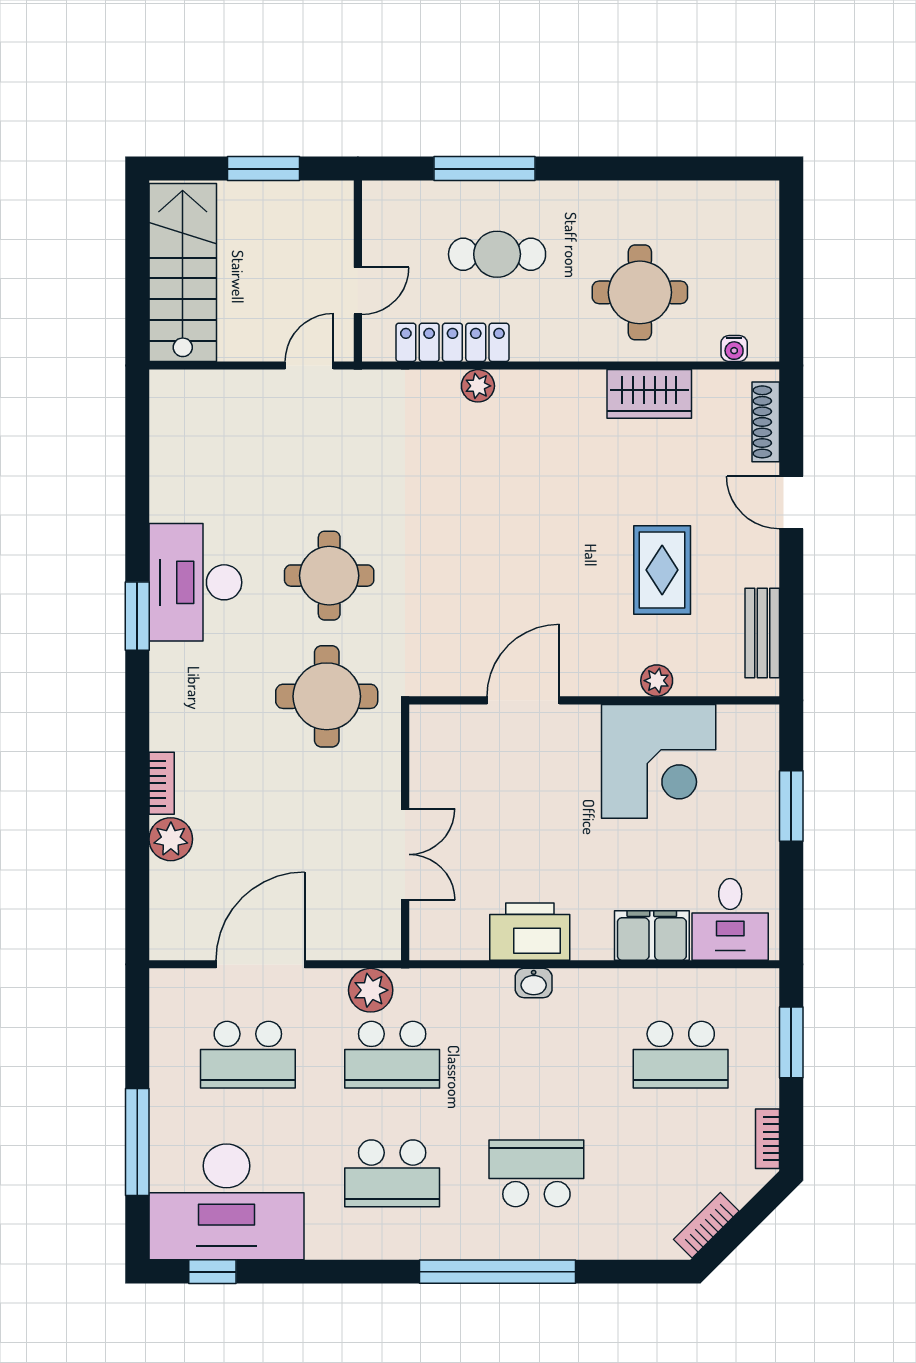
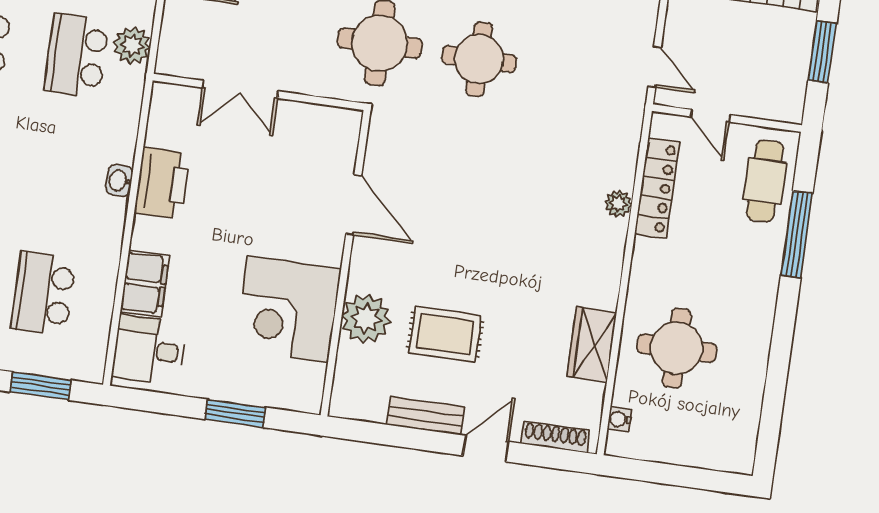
cafe table: (497, 254) -> (765, 181), moved
bench: (762, 633) -> (426, 416), moved
plant: (657, 681) -> (366, 319), width x1.88, depth x1.88

